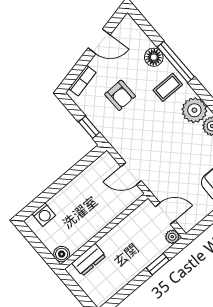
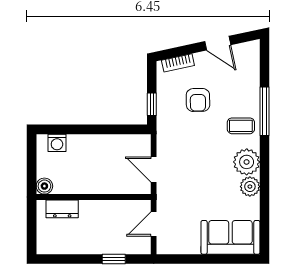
floor lamp: (154, 57) -> (250, 93), removed
door: (165, 214) -> (154, 224), swing flipped
plant: (172, 237) -> (144, 247), removed

